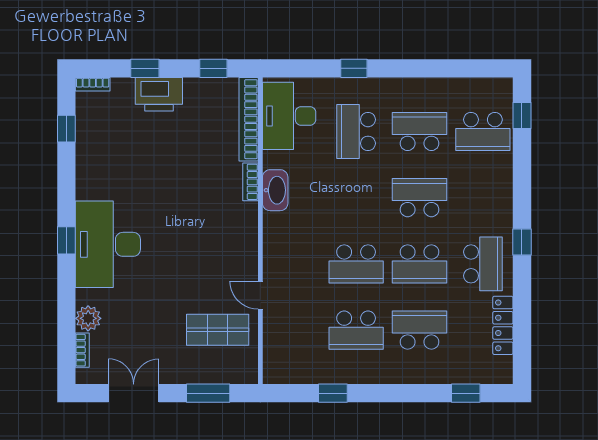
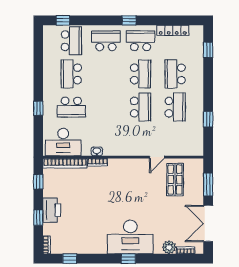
washbasin: (275, 190) -> (97, 151), width x0.52, depth x0.69
school desk: (419, 198) -> (106, 41), moved, turned 90
double door: (134, 393) -> (208, 223), width x1.37

